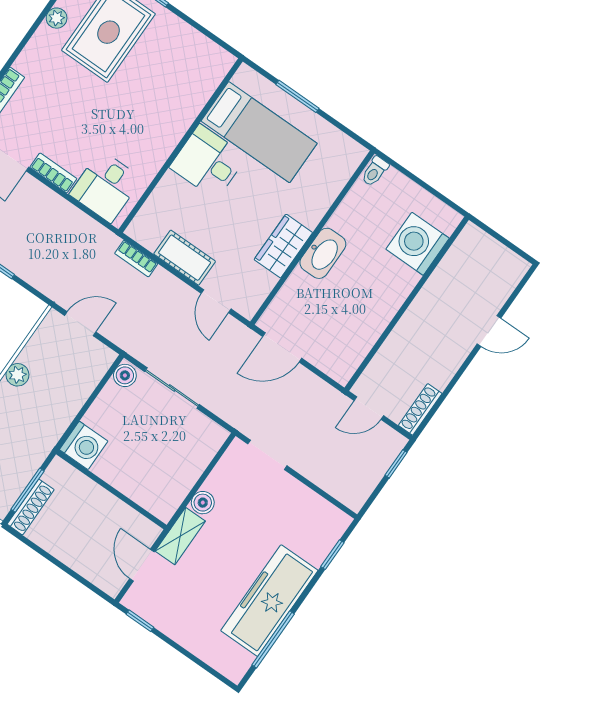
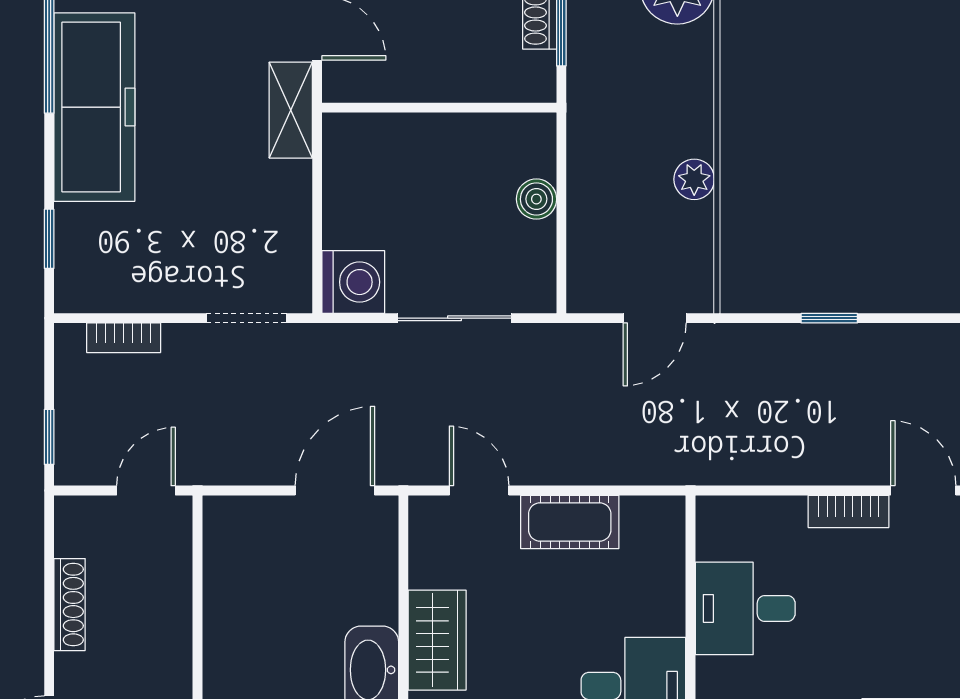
desk: (106, 186) -> (745, 608), moved, turned -90
bookcase: (136, 259) -> (124, 338), moved, turned 180
boiler: (125, 375) -> (536, 199), moved
shoe rack: (420, 409) -> (70, 605), moved
washing machine: (84, 445) -> (353, 282), moved, turned 180
boiler: (203, 503) -> (292, 182), removed

